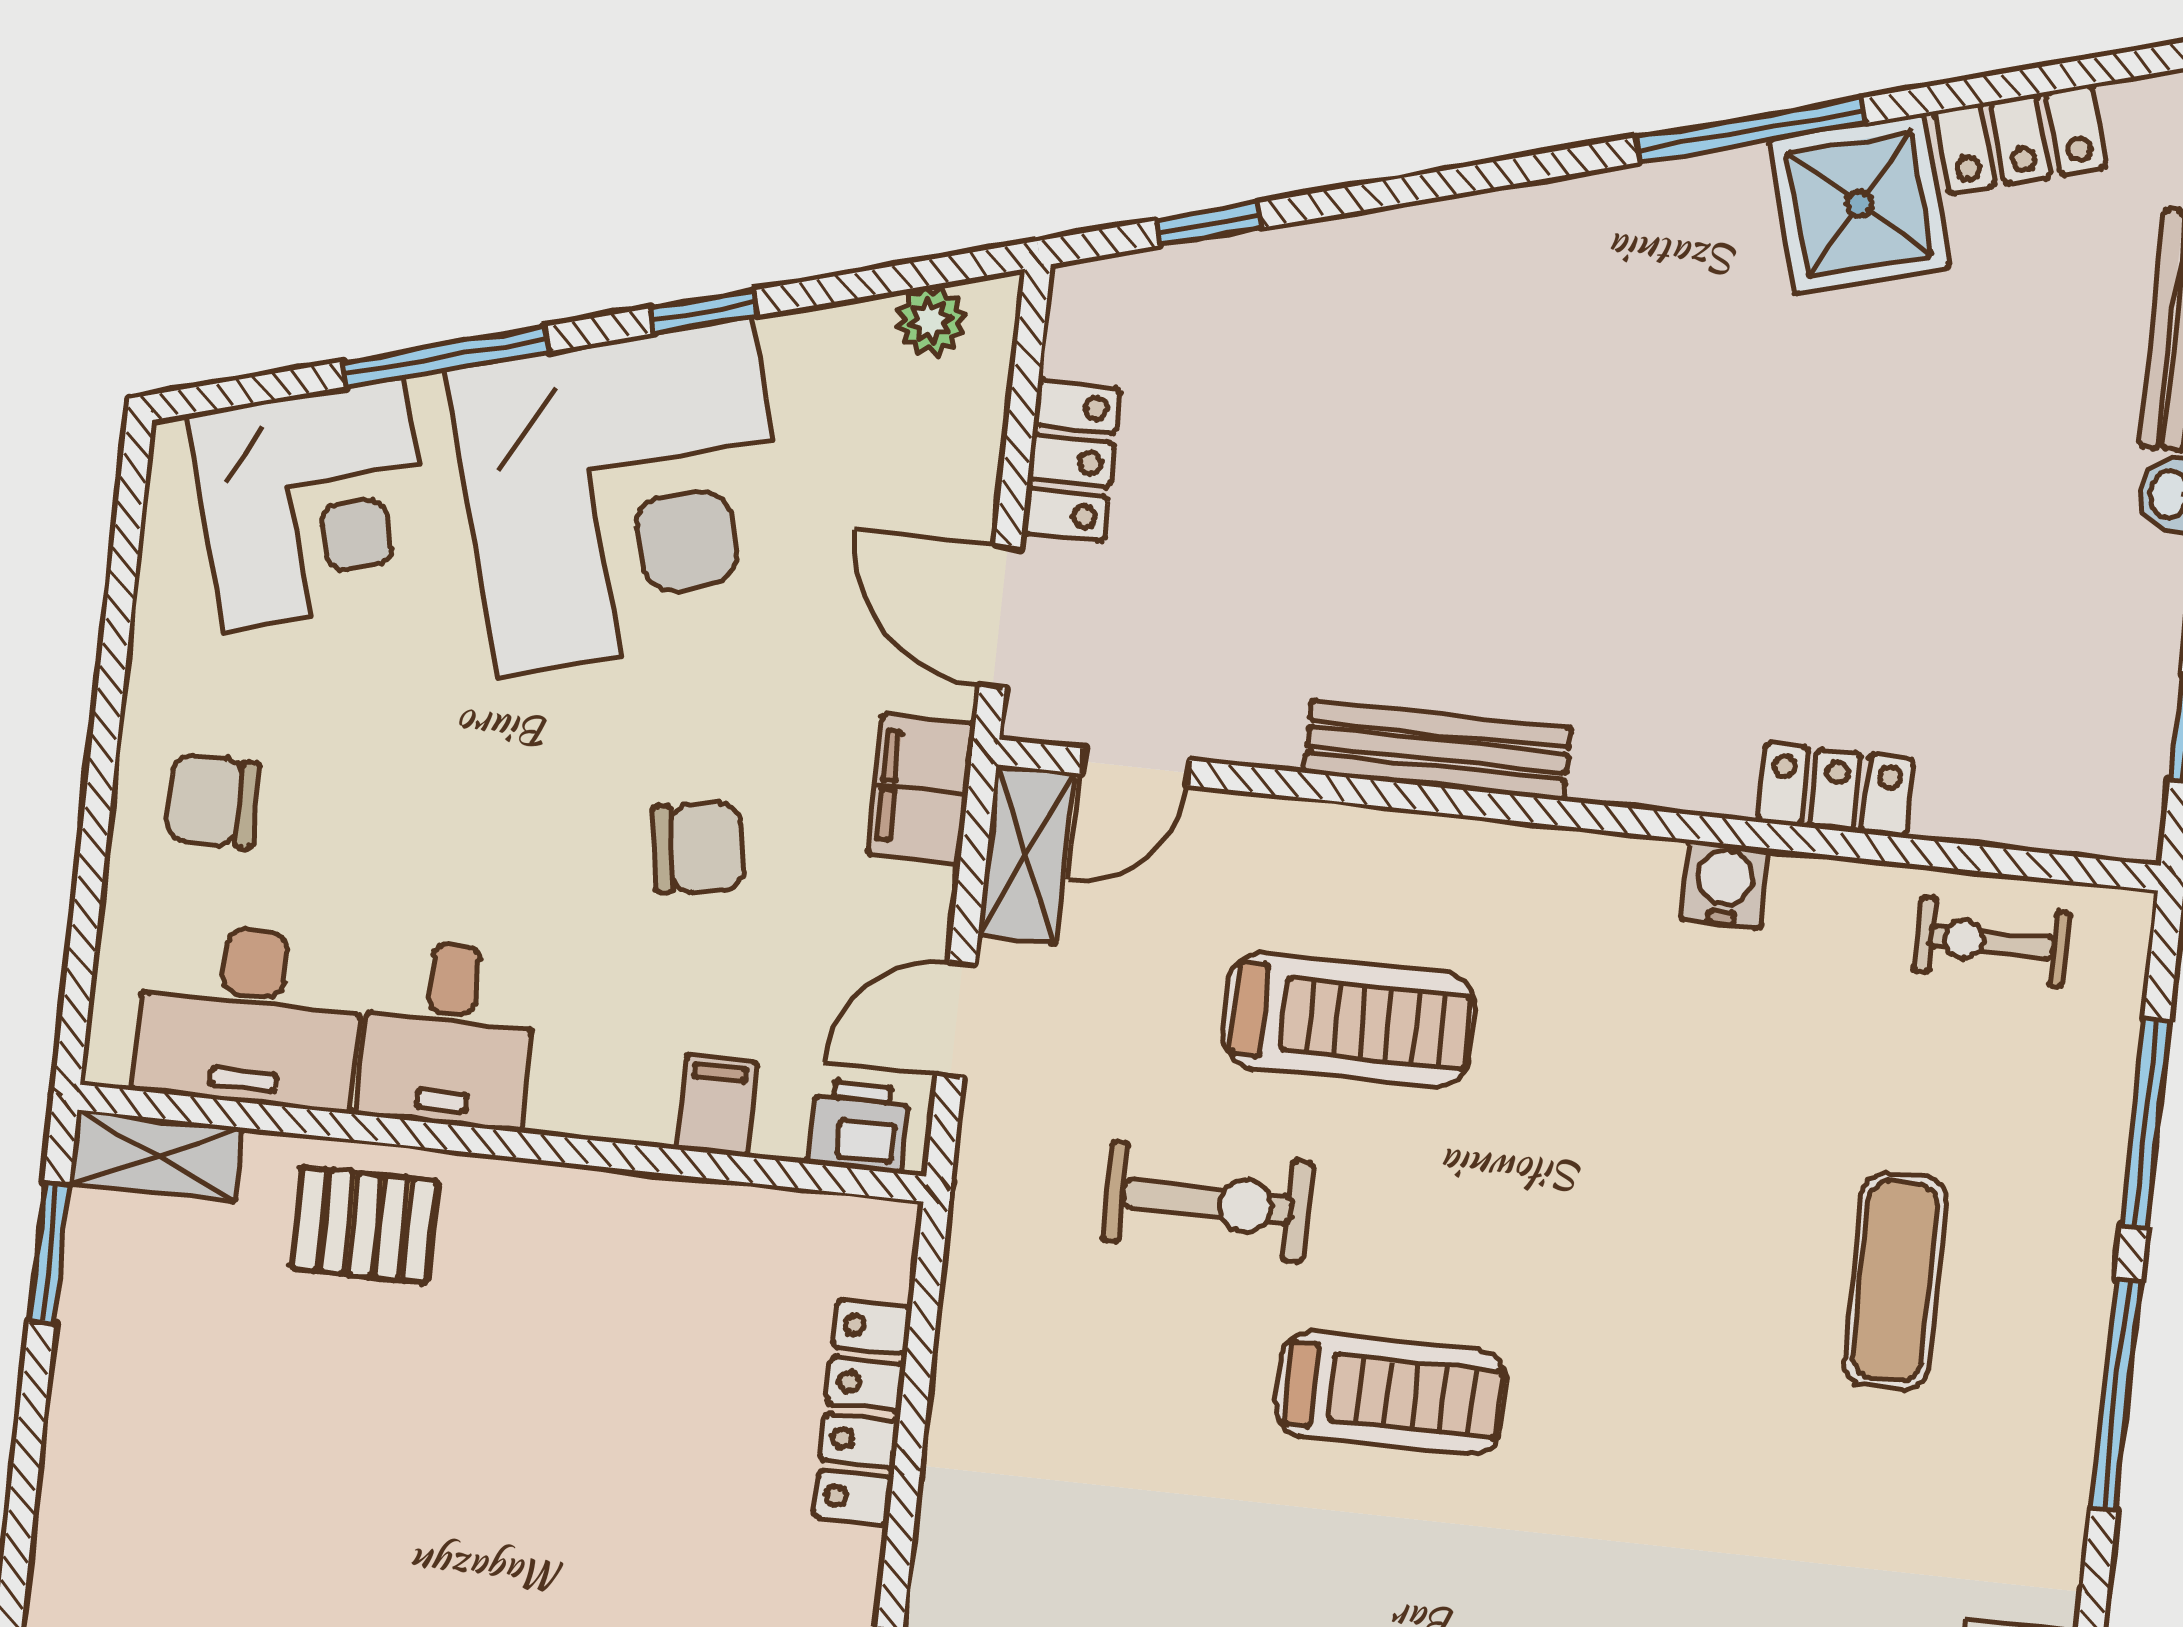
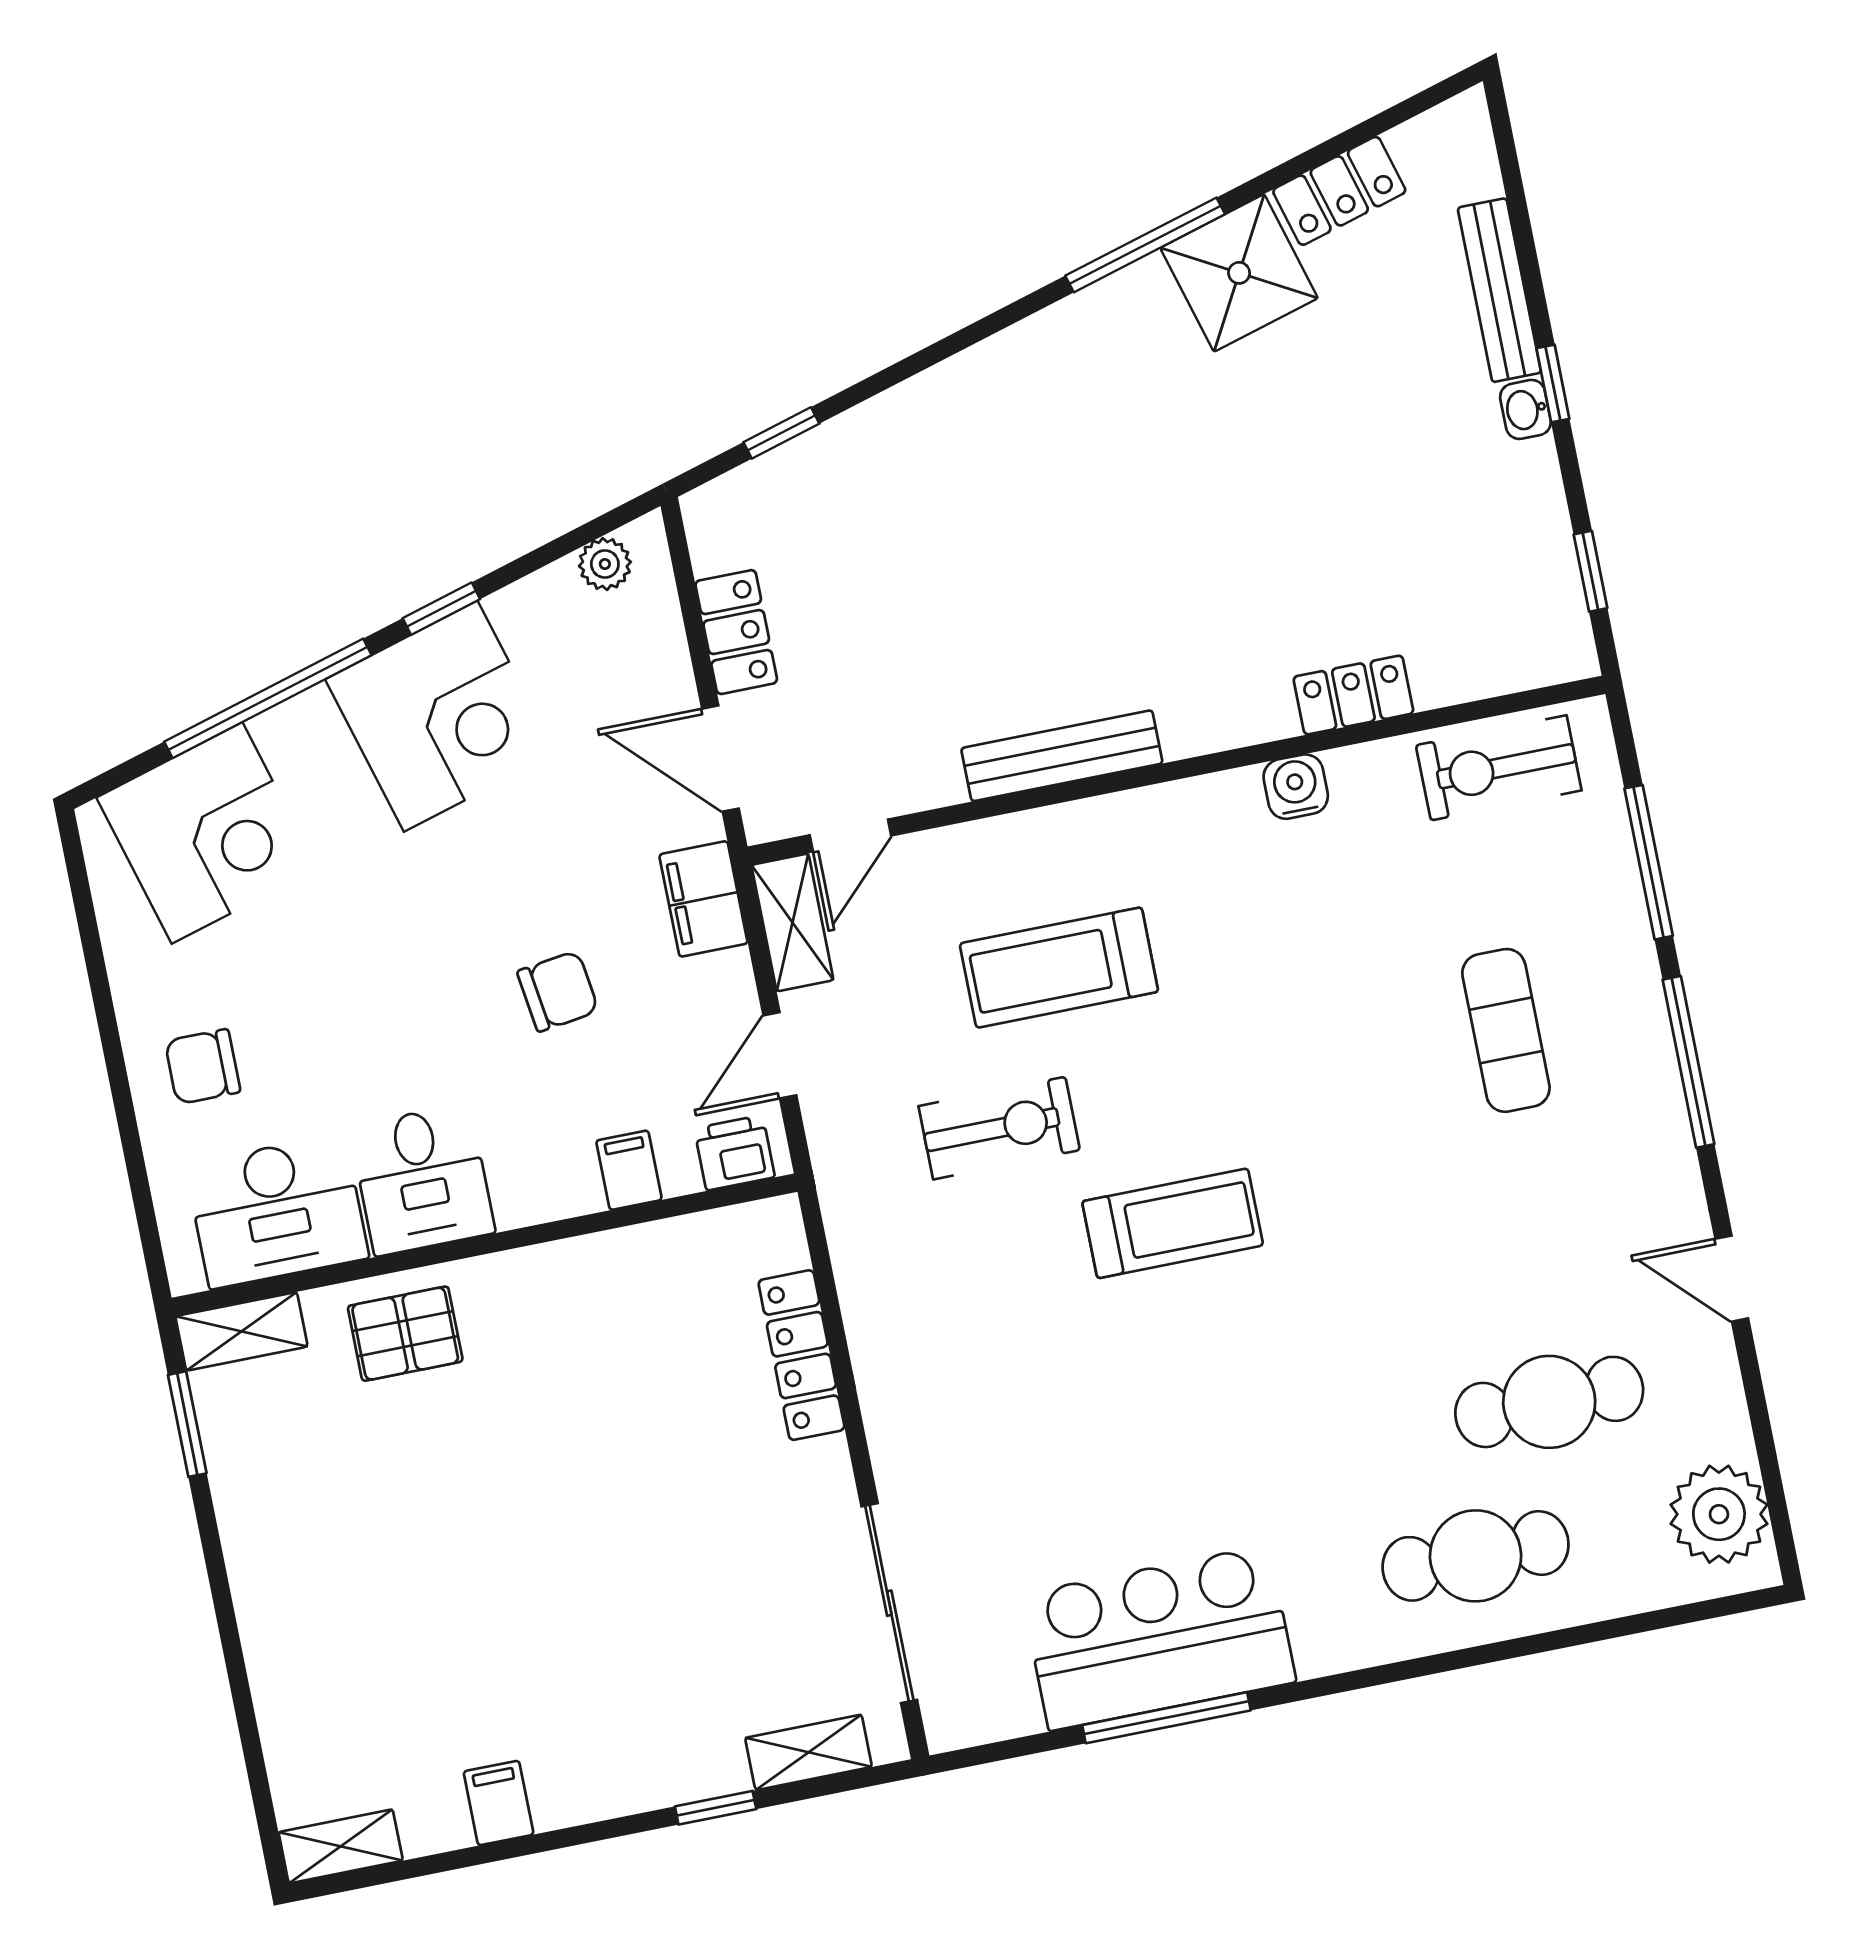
window: (445, 357) -> (268, 698), width x1.46
corner desk: (625, 497) -> (441, 716), width x0.74, depth x0.74
exercise bike: (1992, 942) -> (1499, 768), width x1.38, depth x1.39
treadmill: (1349, 1020) -> (1059, 968), turned 180

